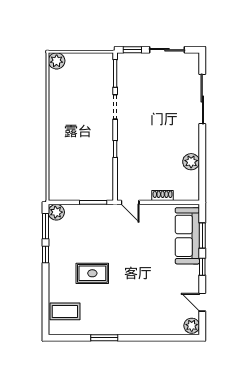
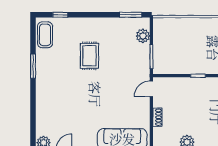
plant: (56, 212) -> (143, 36), moved
window: (45, 255) -> (60, 15), moved
coffee table: (65, 311) -> (45, 35), moved

